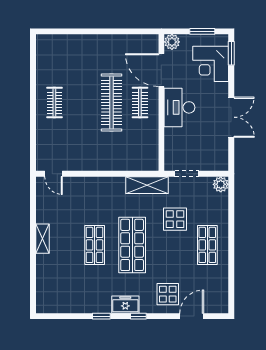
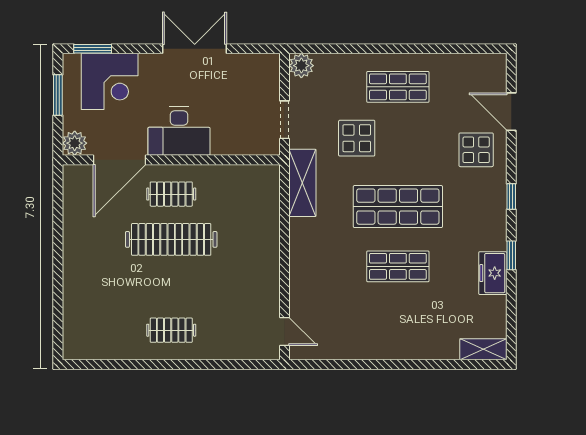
door: (54, 174) -> (285, 332), hinge flipped
shelving: (42, 239) -> (483, 349), moved
freezer: (125, 305) -> (493, 273), moved

